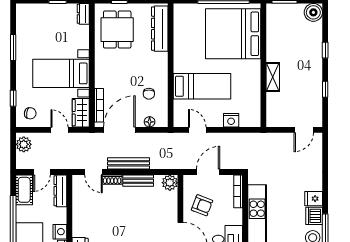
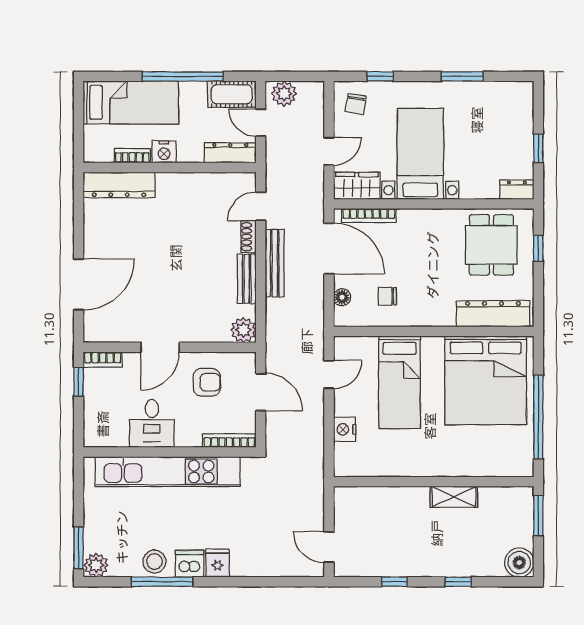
dining table: (117, 30) -> (491, 245), turned 90
bed: (233, 34) -> (486, 380), moved, turned 180
shelving: (273, 77) -> (454, 497), moved
plant: (24, 144) -> (284, 94), moved
armchair: (202, 205) -> (207, 382), turned -111

